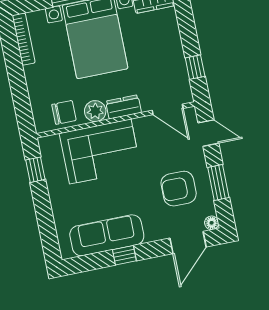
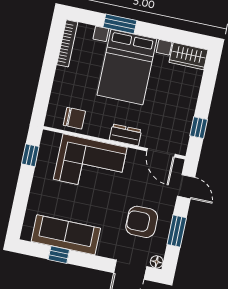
plant: (95, 111) -> (101, 128), removed
window: (124, 255) -> (59, 255), moved

